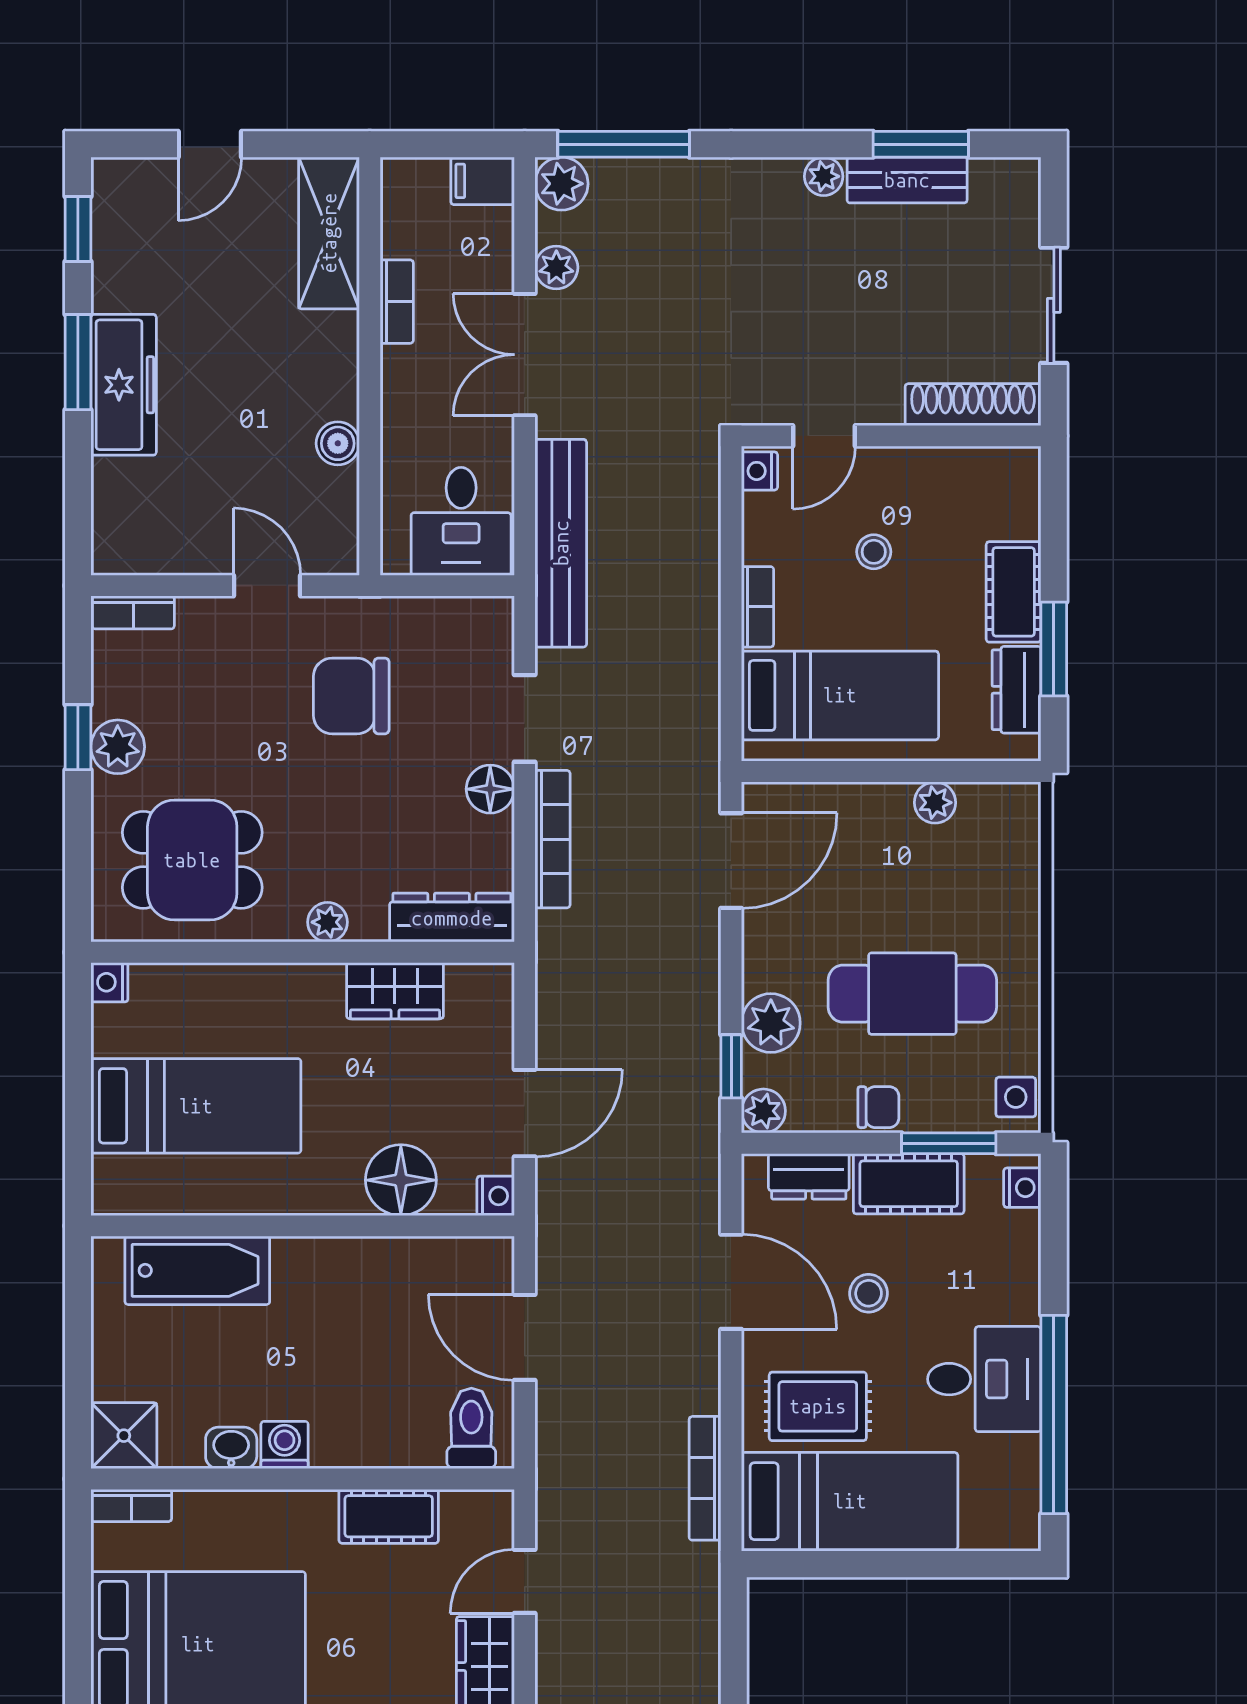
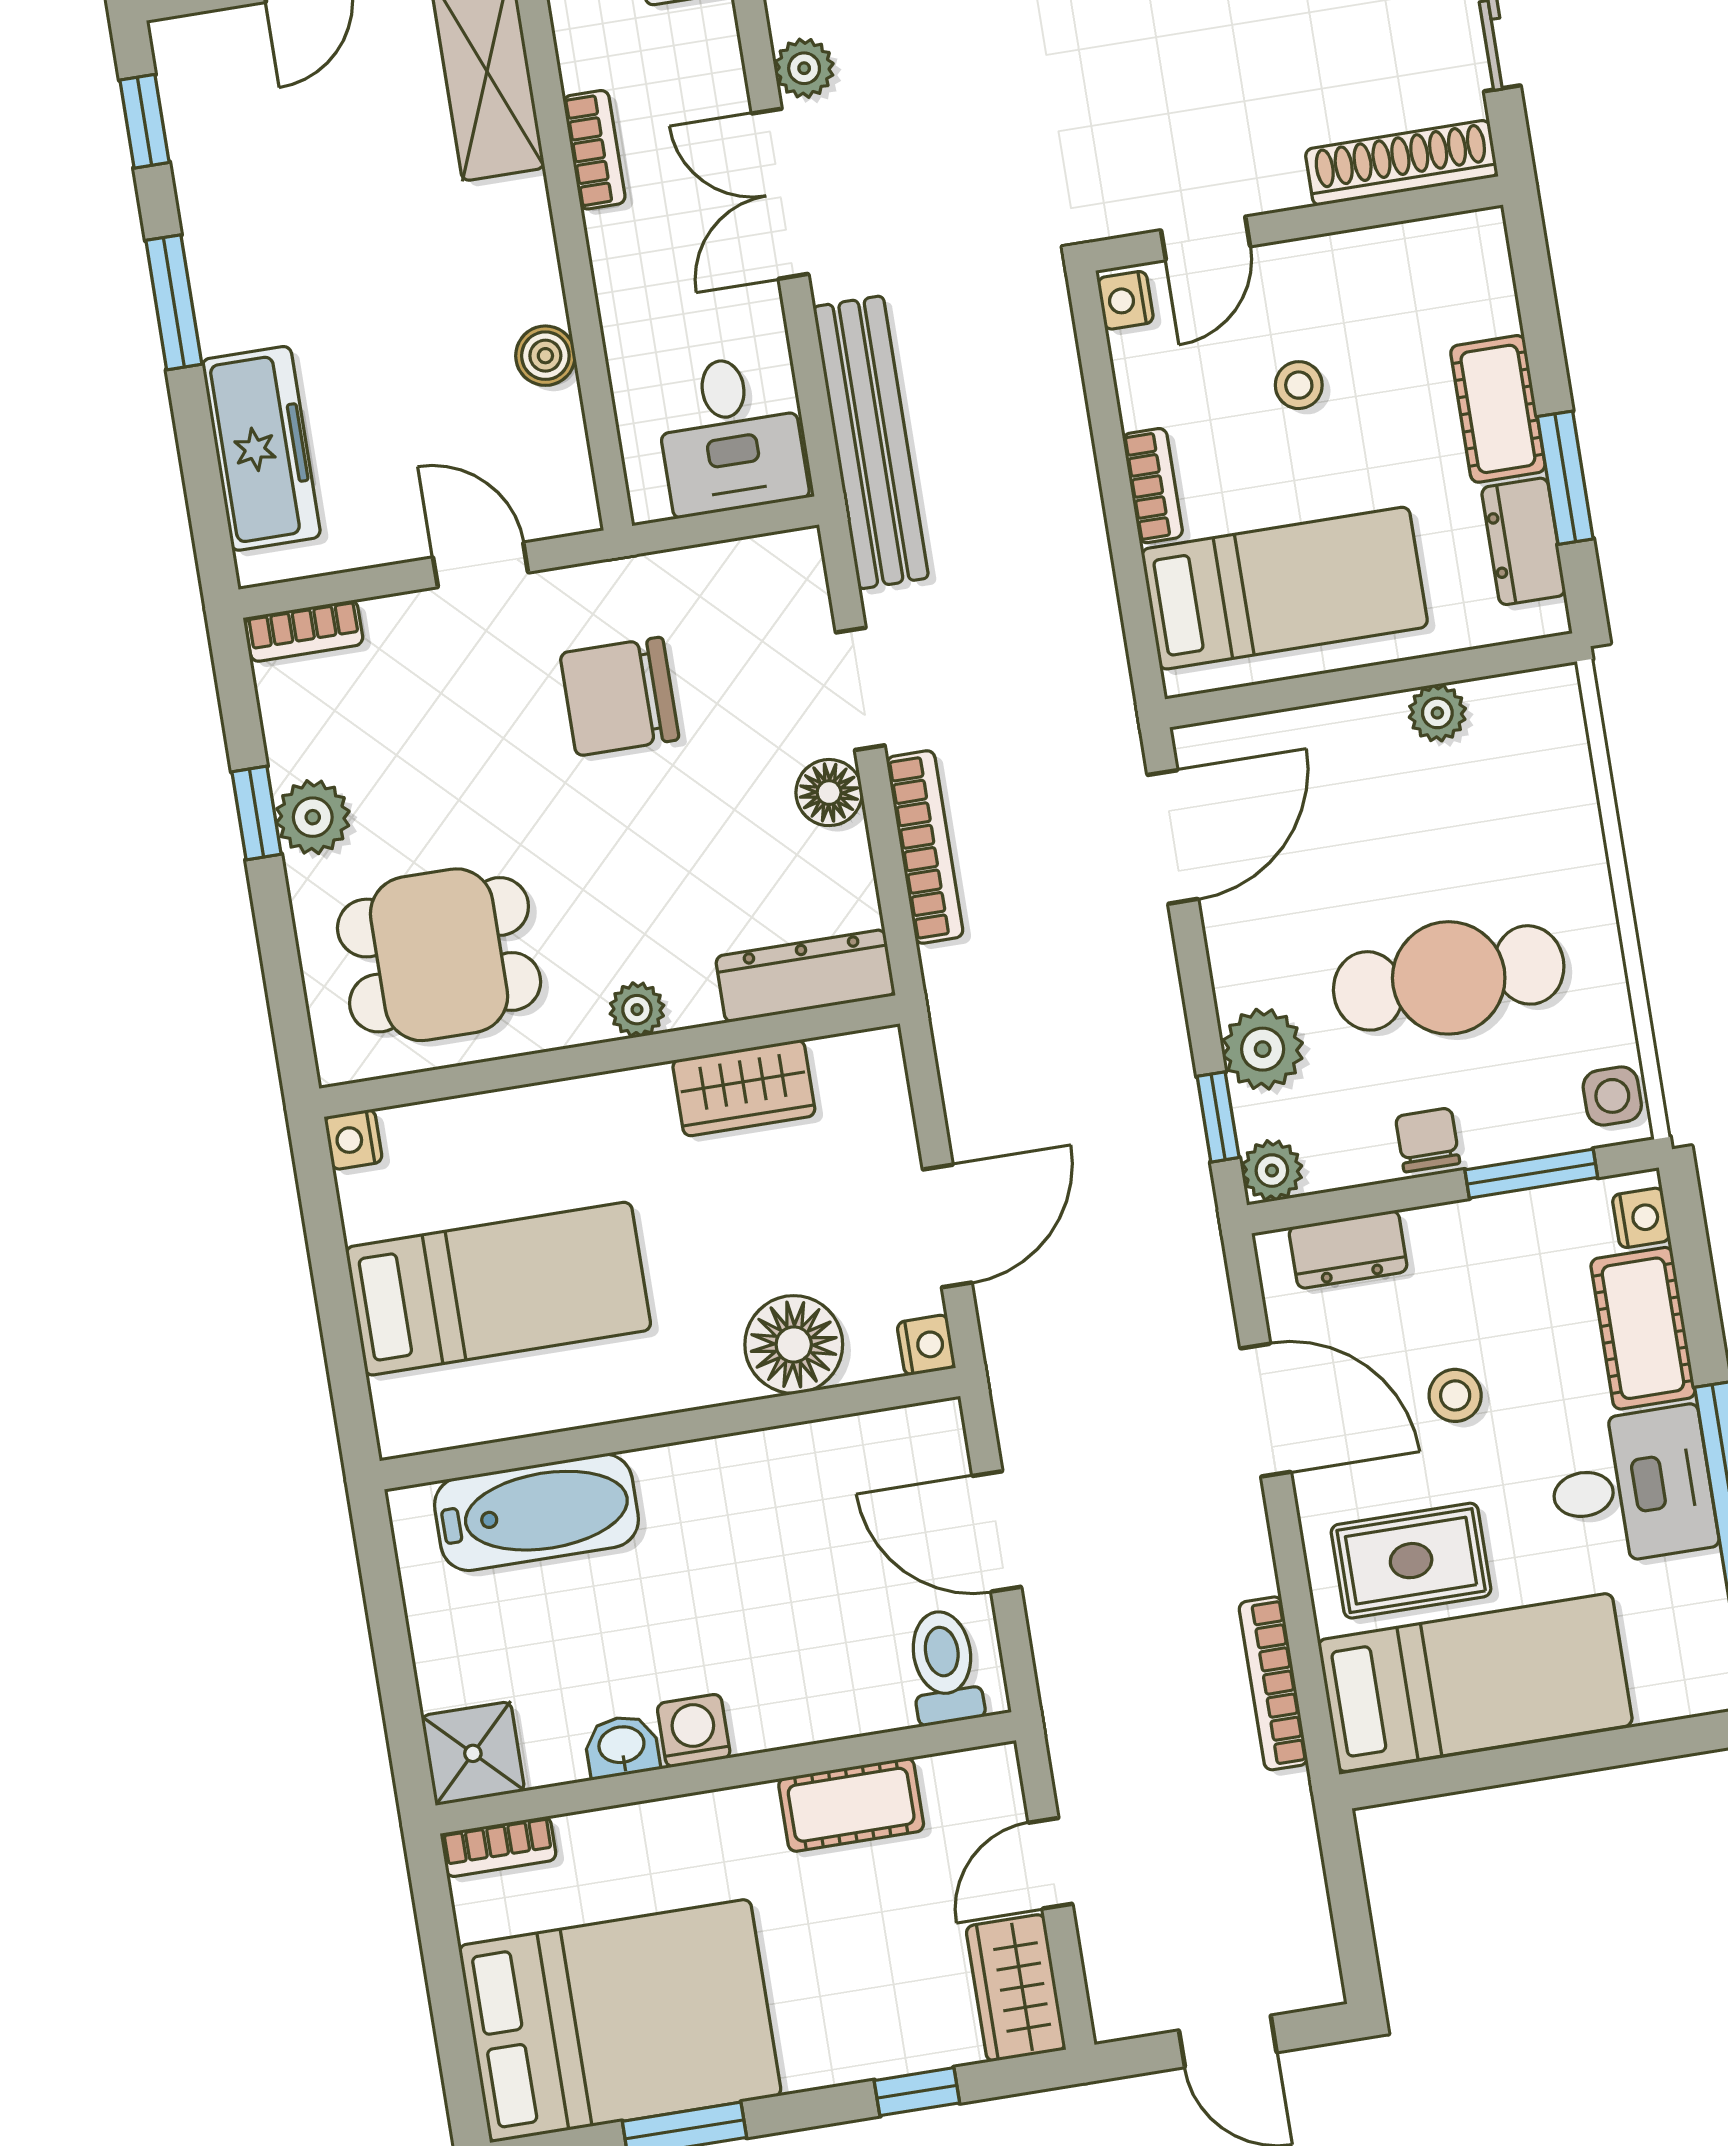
freezer: (124, 385) -> (261, 448), moved
chair: (878, 1107) -> (1428, 1140), turned -90
cot: (909, 1184) -> (1643, 1328), moved, turned 90

